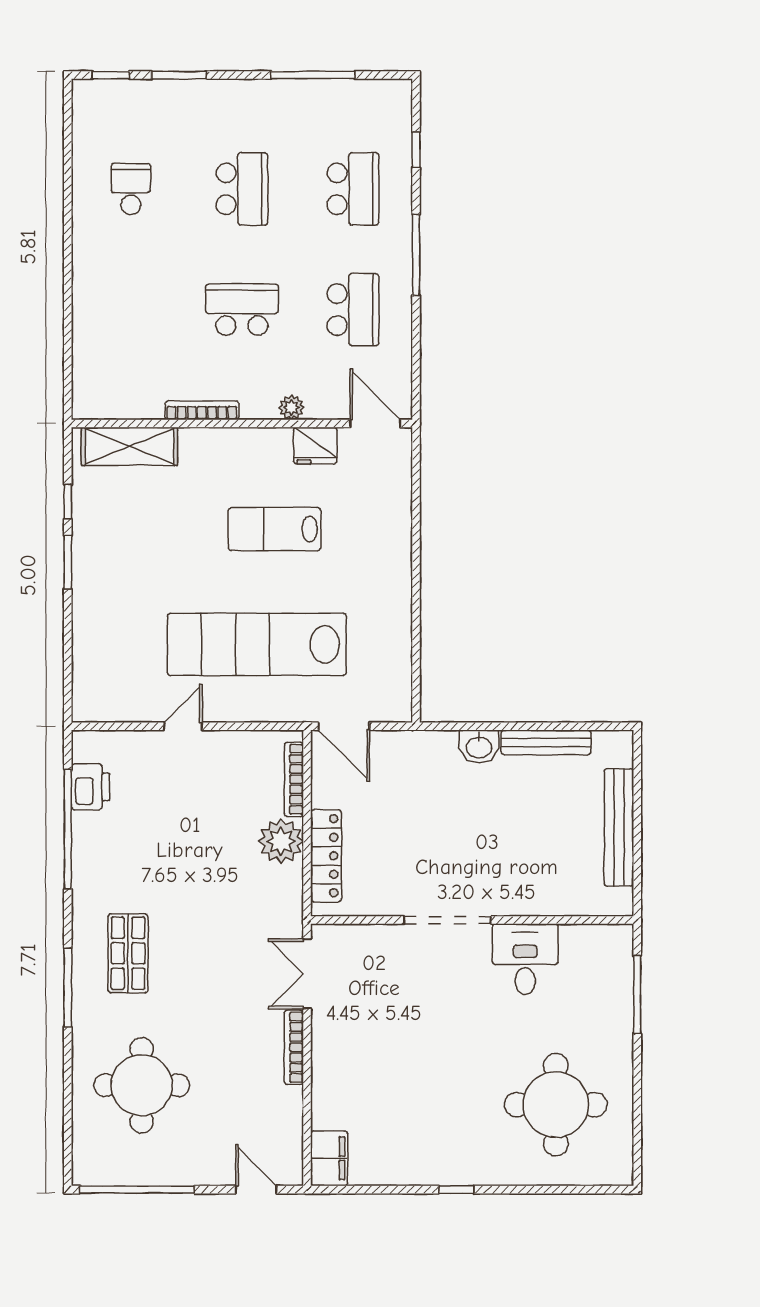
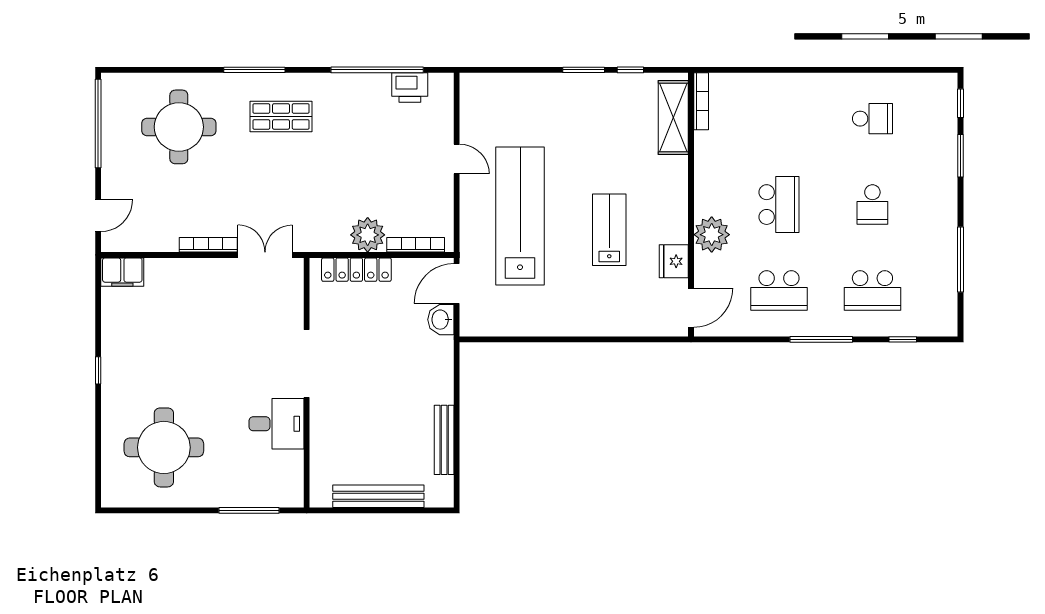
school desk: (242, 189) -> (872, 205), width x0.54
plant: (291, 407) -> (712, 235), width x1.87, depth x1.87
bookcase: (202, 410) -> (701, 101), moved
washbasin: (479, 747) -> (441, 320), moved

